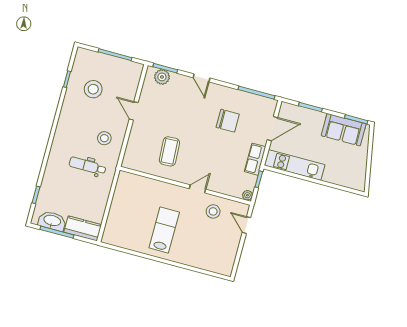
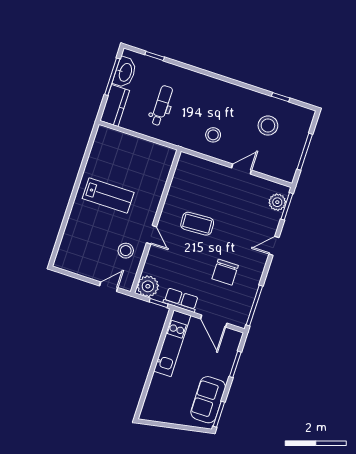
coffee table: (169, 151) -> (197, 224), moved
dental chair: (88, 166) -> (162, 106), moved
plant: (247, 195) -> (148, 286), width x1.88, depth x1.88

